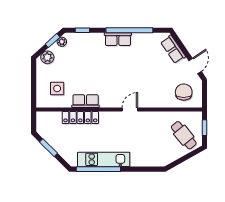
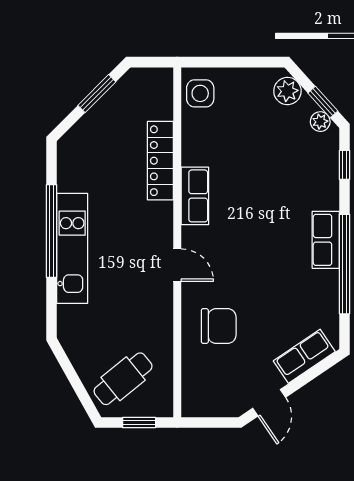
door: (195, 66) -> (269, 403), hinge flipped
side table: (57, 89) -> (200, 93), moved
chair: (184, 92) -> (219, 326), moved
row of seats: (86, 101) -> (195, 196), moved
kitchen unit: (104, 159) -> (72, 248), moved
window: (98, 169) -> (51, 231), moved

